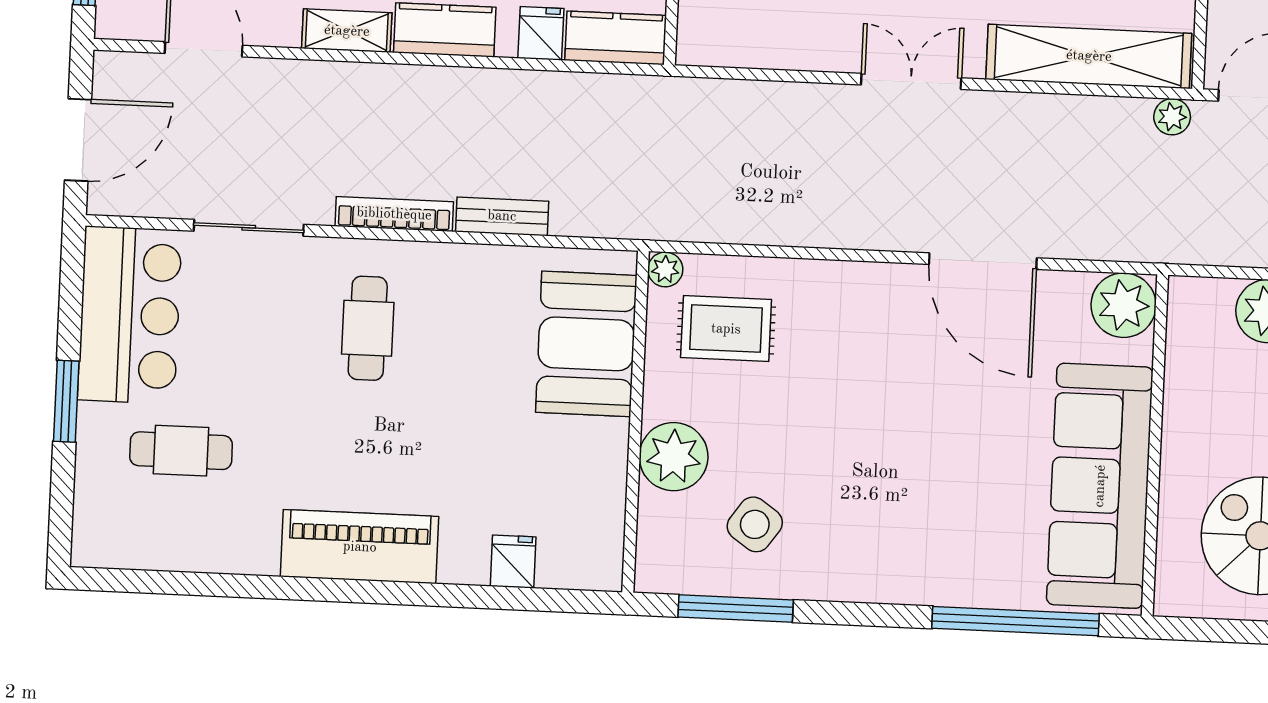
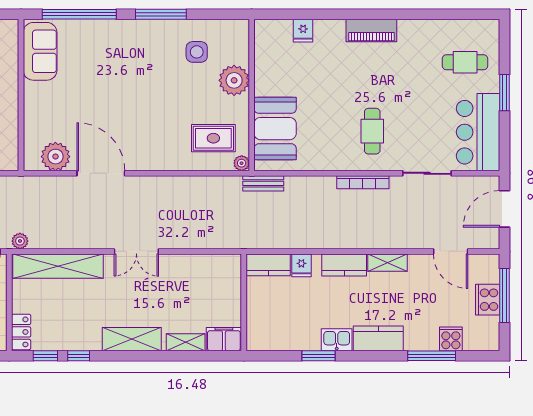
bench: (502, 216) -> (263, 183), moved
plant: (1124, 305) -> (55, 157), moved
cafe table: (181, 451) -> (465, 62), moved
sofa: (1100, 486) -> (40, 51), width x0.54, depth x0.79
side table: (755, 524) -> (197, 52), turned -35
piano: (360, 547) -> (371, 30), width x0.73, depth x0.75
window: (736, 608) -> (161, 14), moved

